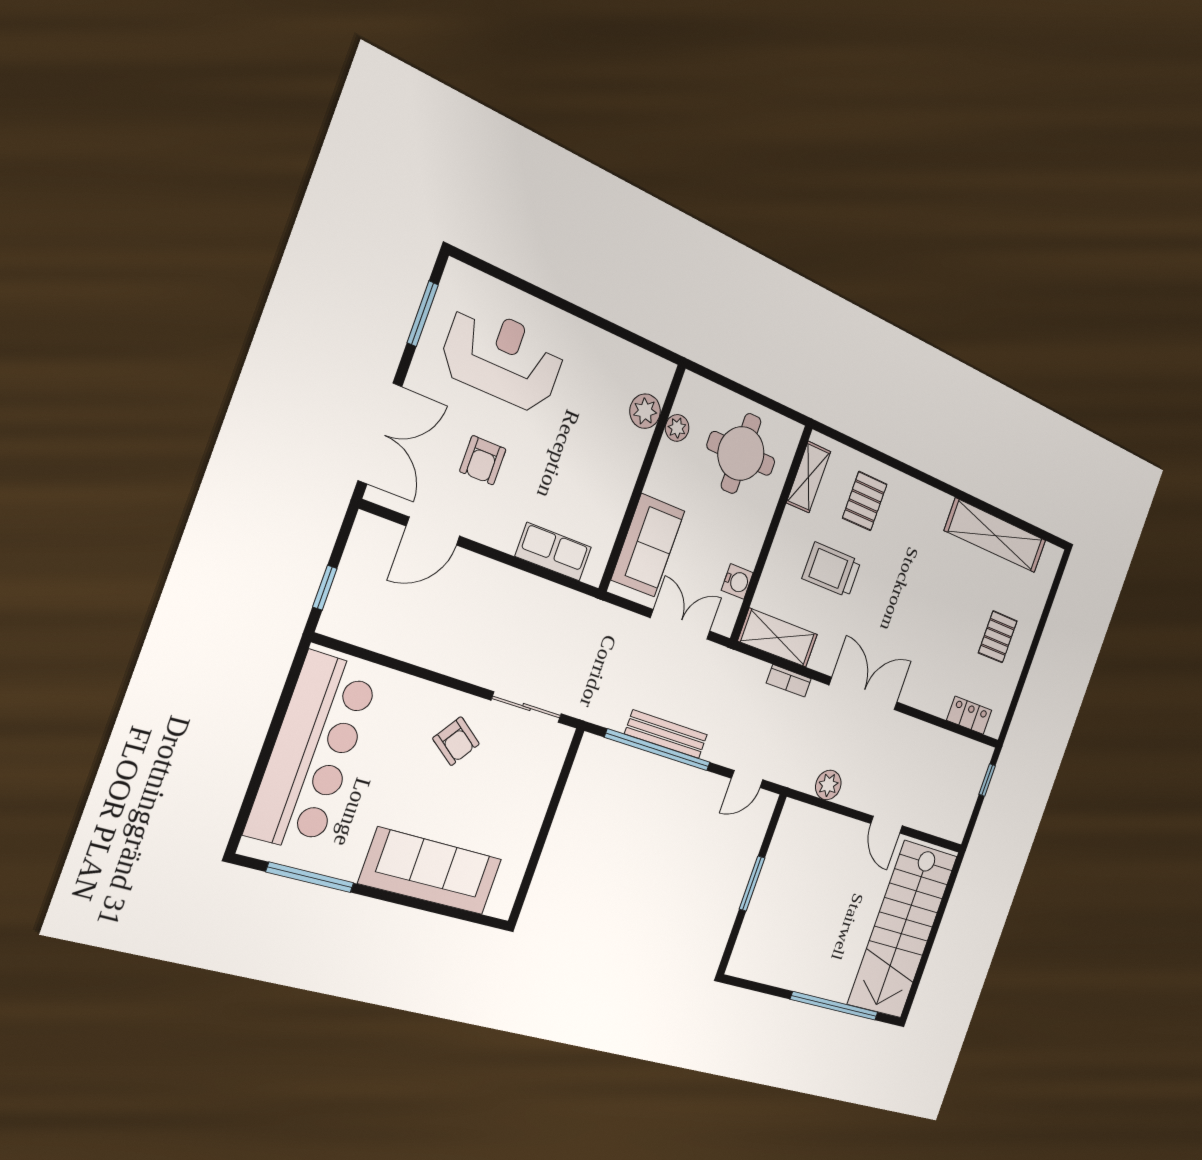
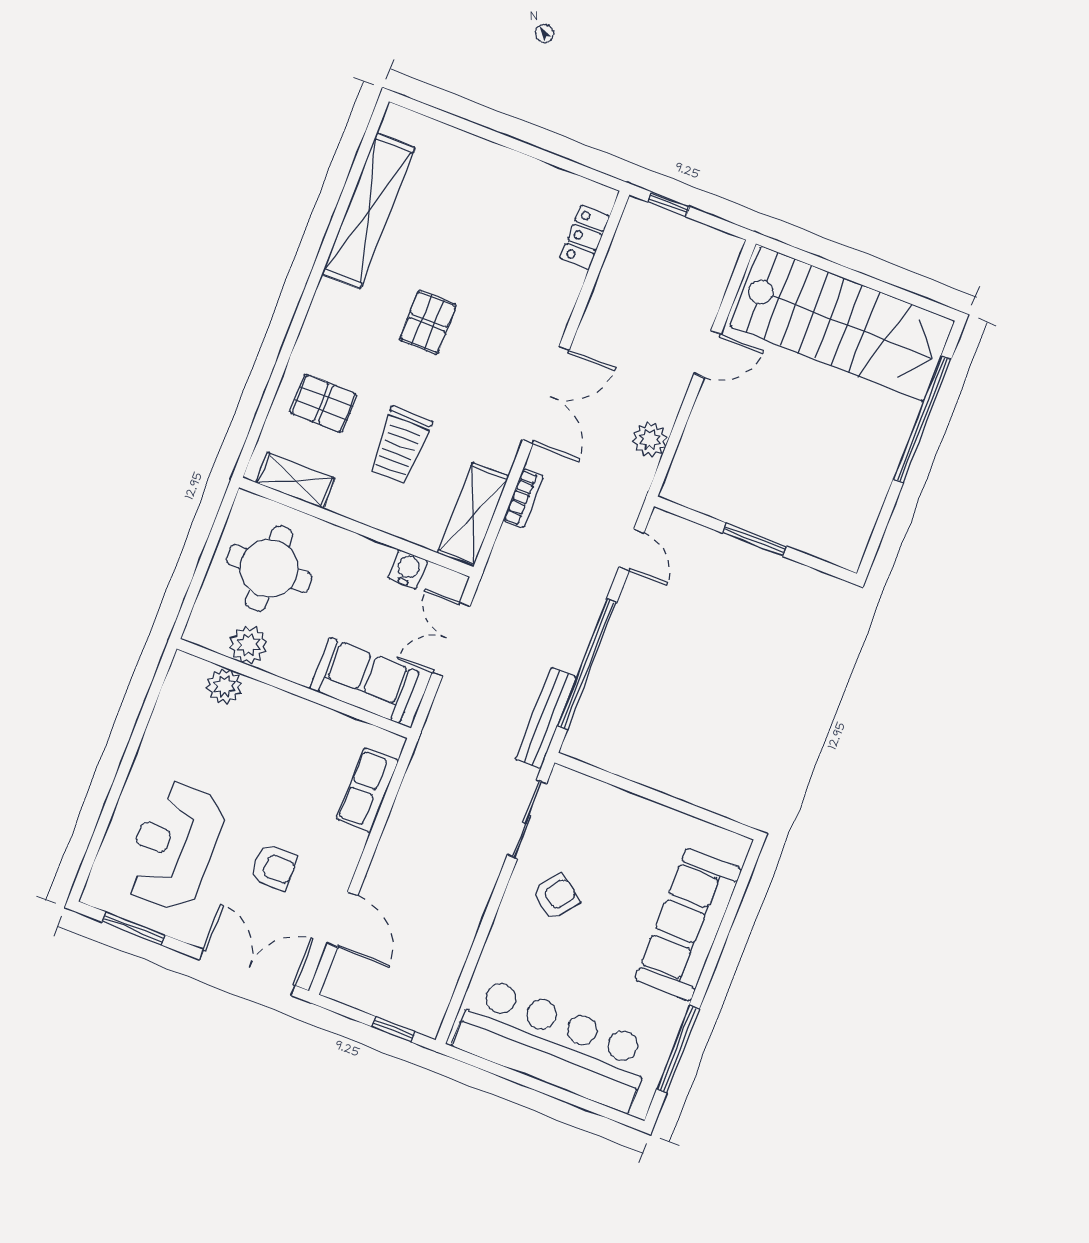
plant: (677, 428) -> (249, 645), width x1.38, depth x1.38
pallet: (998, 637) -> (428, 322), moved, turned 90
double door: (863, 694) -> (546, 395), swing flipped
bench: (666, 734) -> (546, 718), moved

